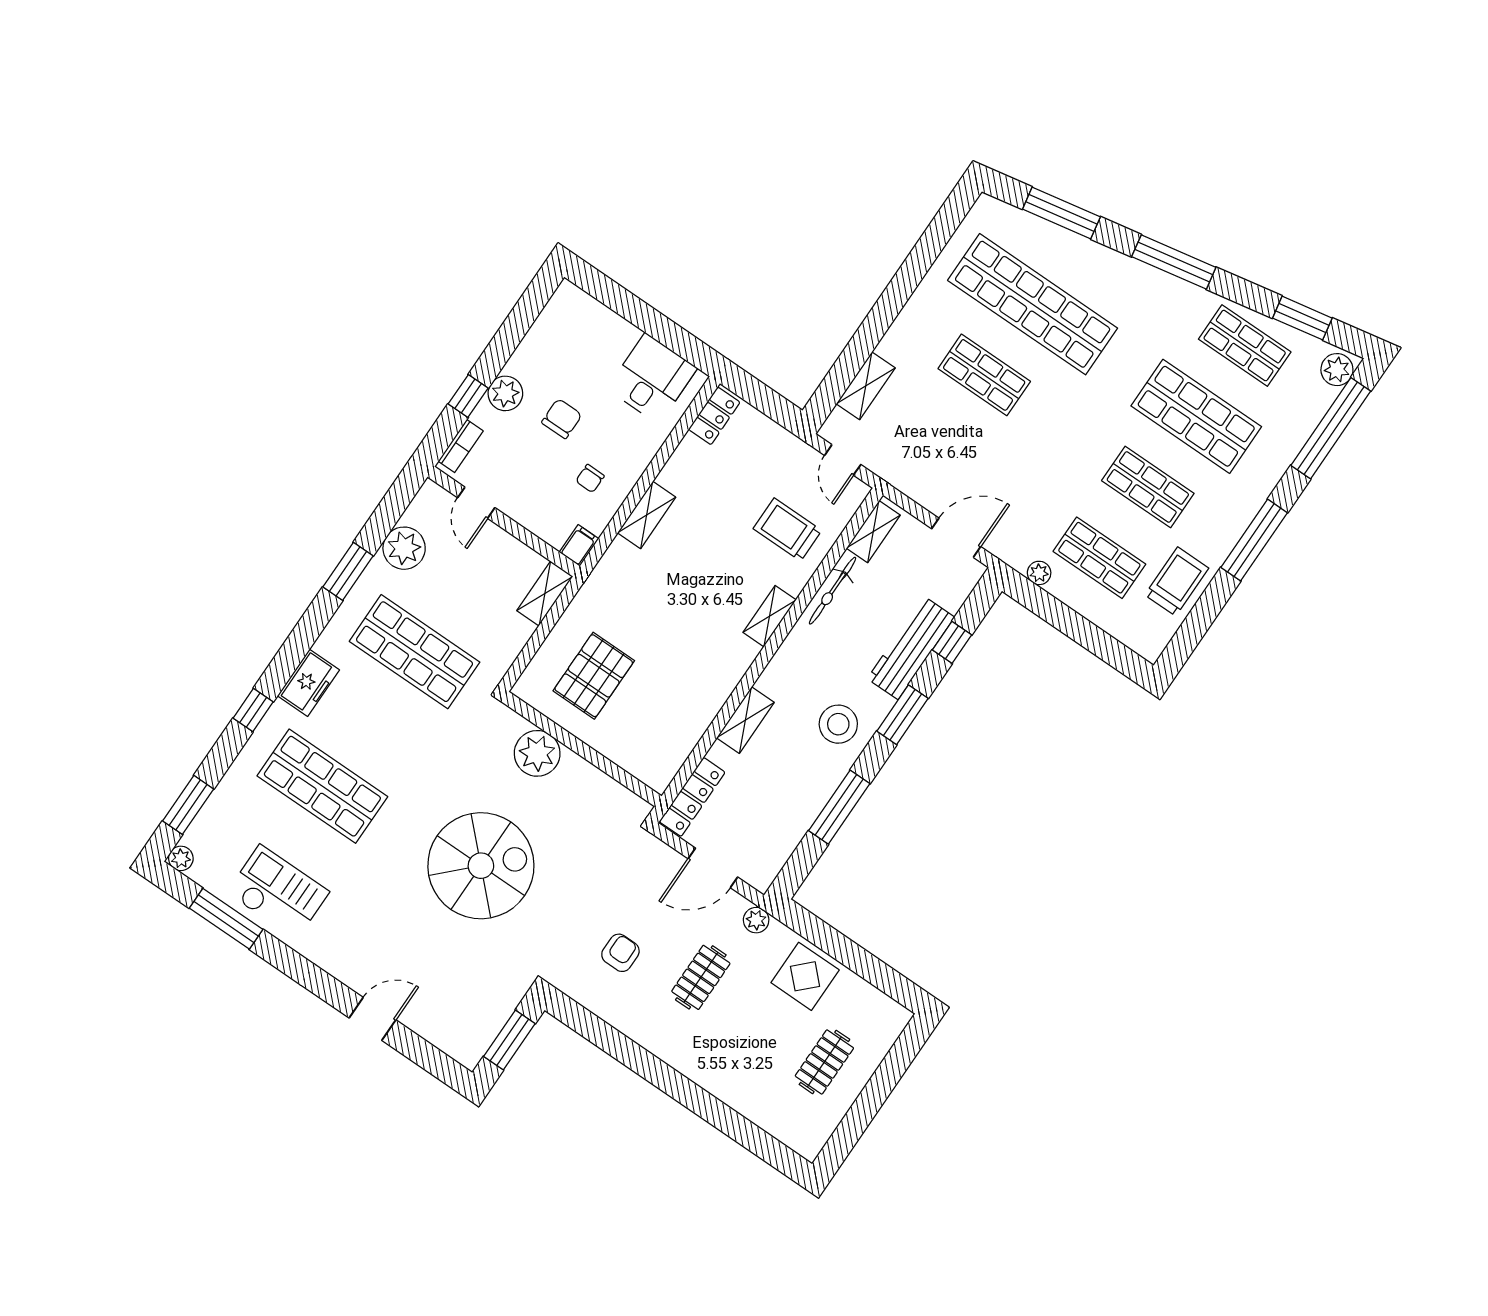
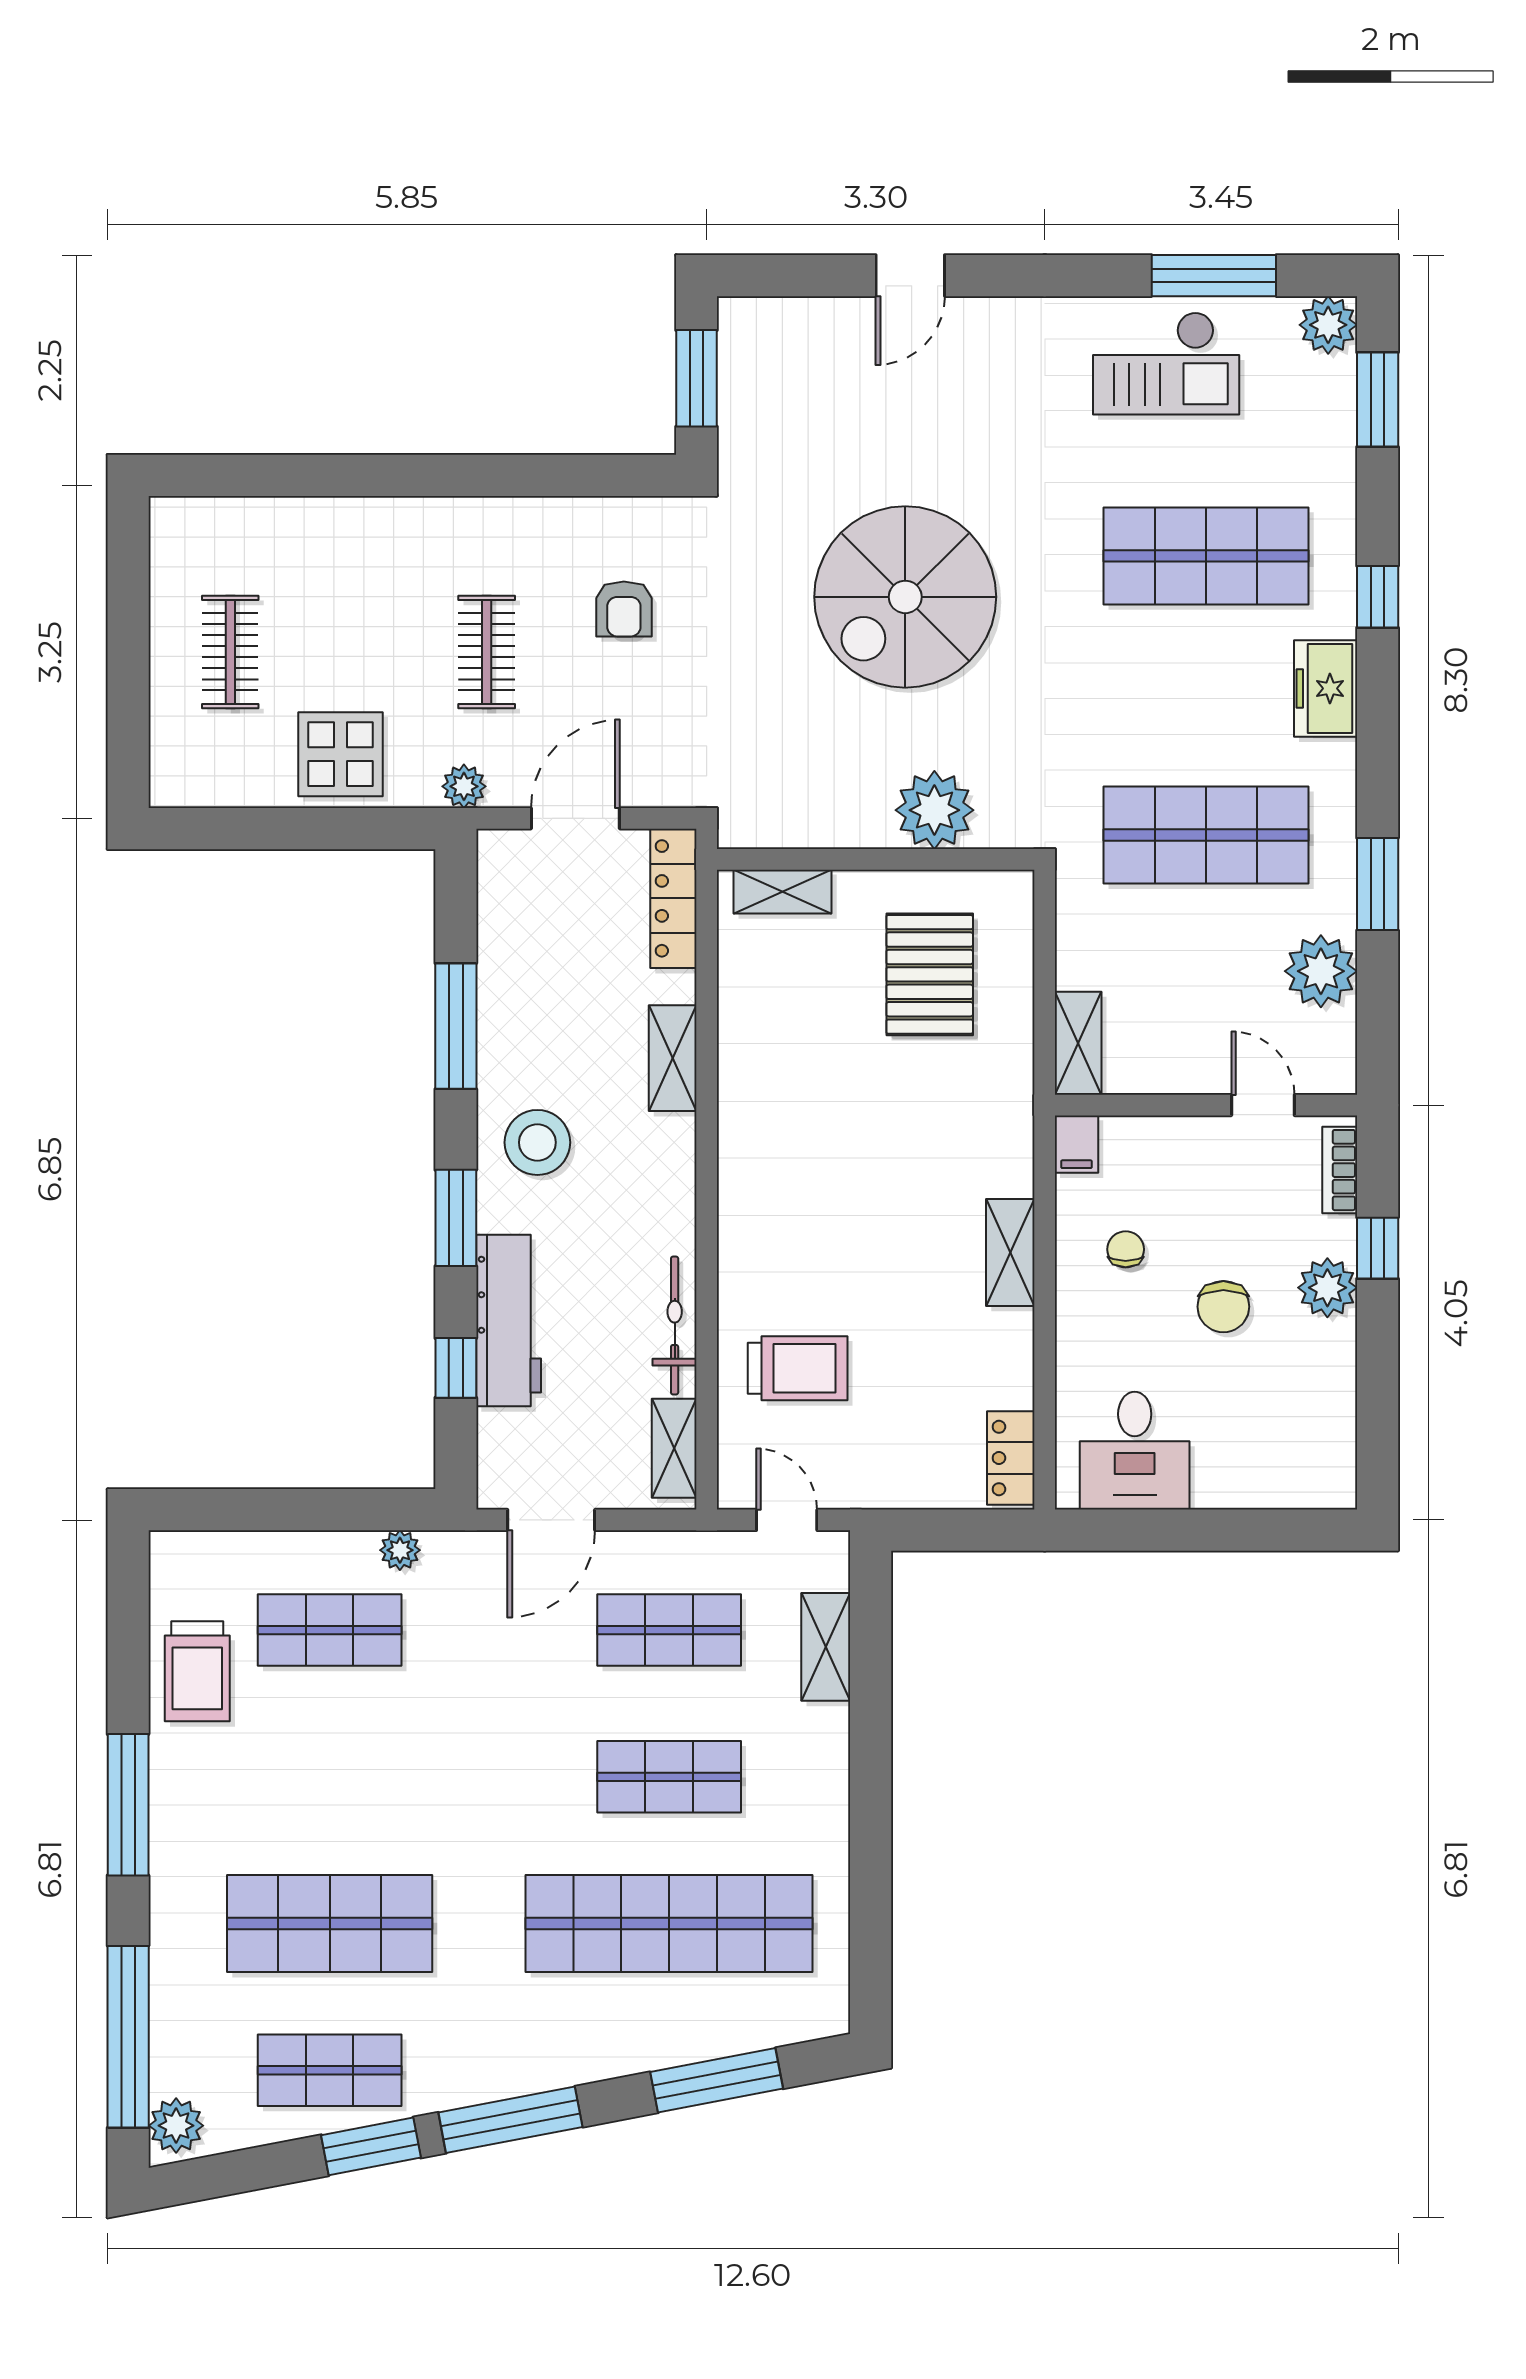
window: (1302, 318) -> (371, 2146), moved
shop shelf: (1148, 487) -> (669, 1630), moved
shelving: (770, 616) -> (782, 892), moved, turned 90
plant: (181, 858) -> (1328, 325), width x1.38, depth x1.38

